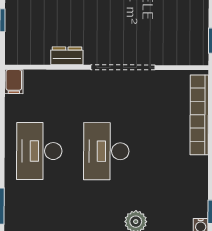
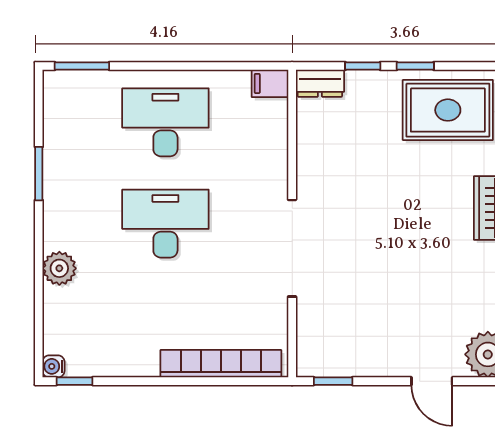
dresser: (67, 56) -> (320, 83), moved, turned 90

